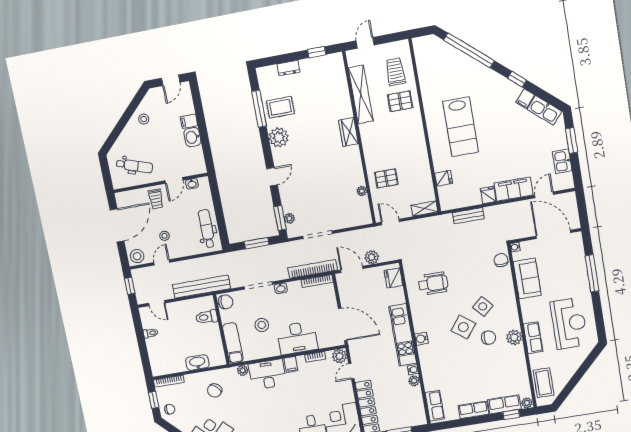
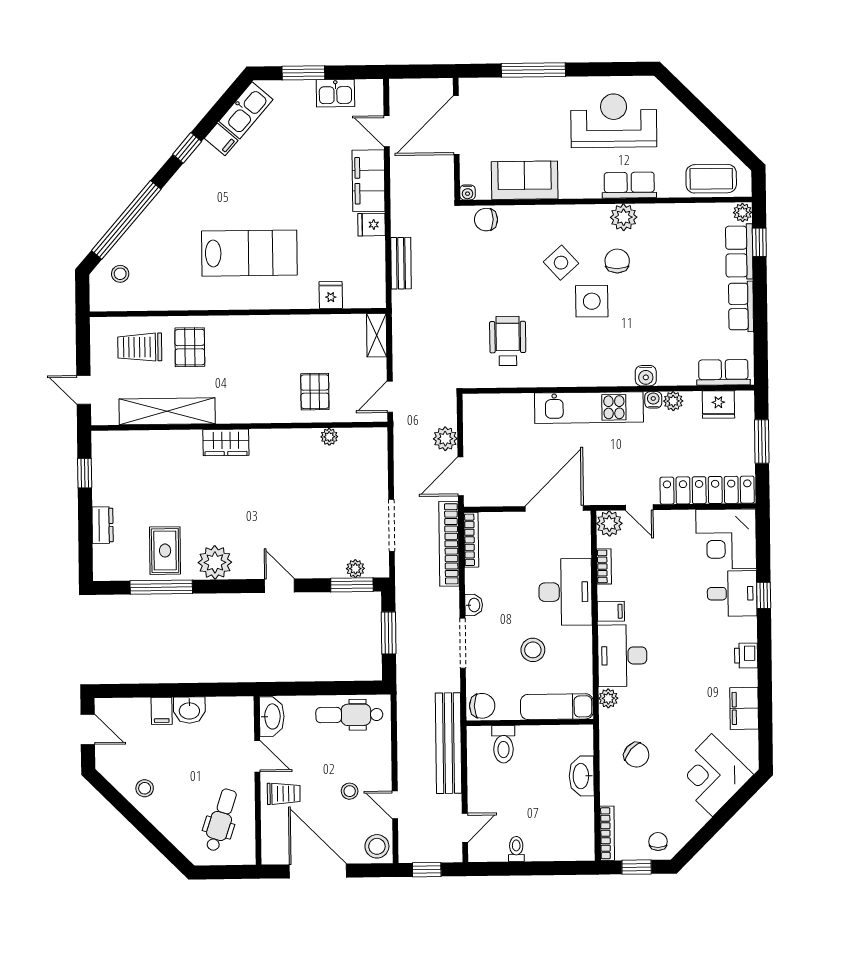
stool: (437, 52) -> (120, 274), added
washbasin: (192, 184) -> (272, 716), width x1.91, depth x1.45
fridge: (393, 278) -> (718, 404), moved
chair: (226, 302) -> (482, 706), turned 90
side table: (463, 327) -> (592, 301), turned -37
water cooler: (422, 339) -> (646, 376), moved

